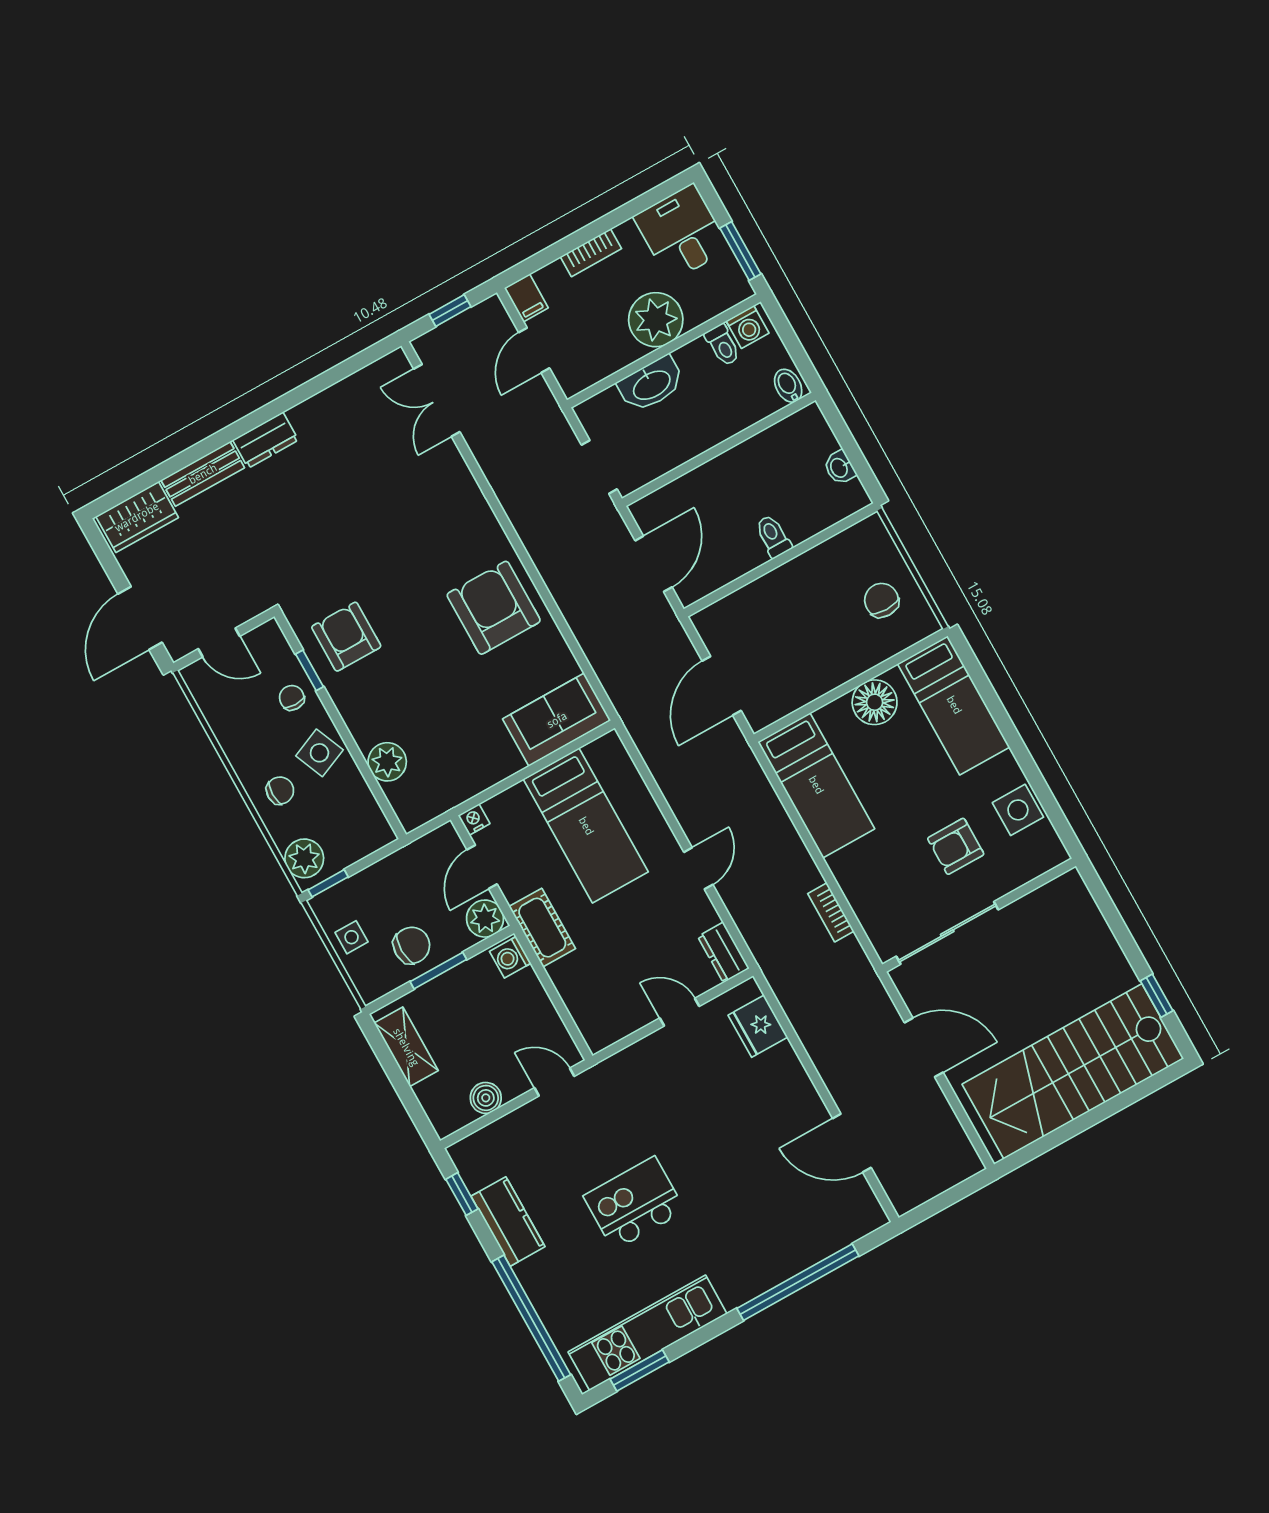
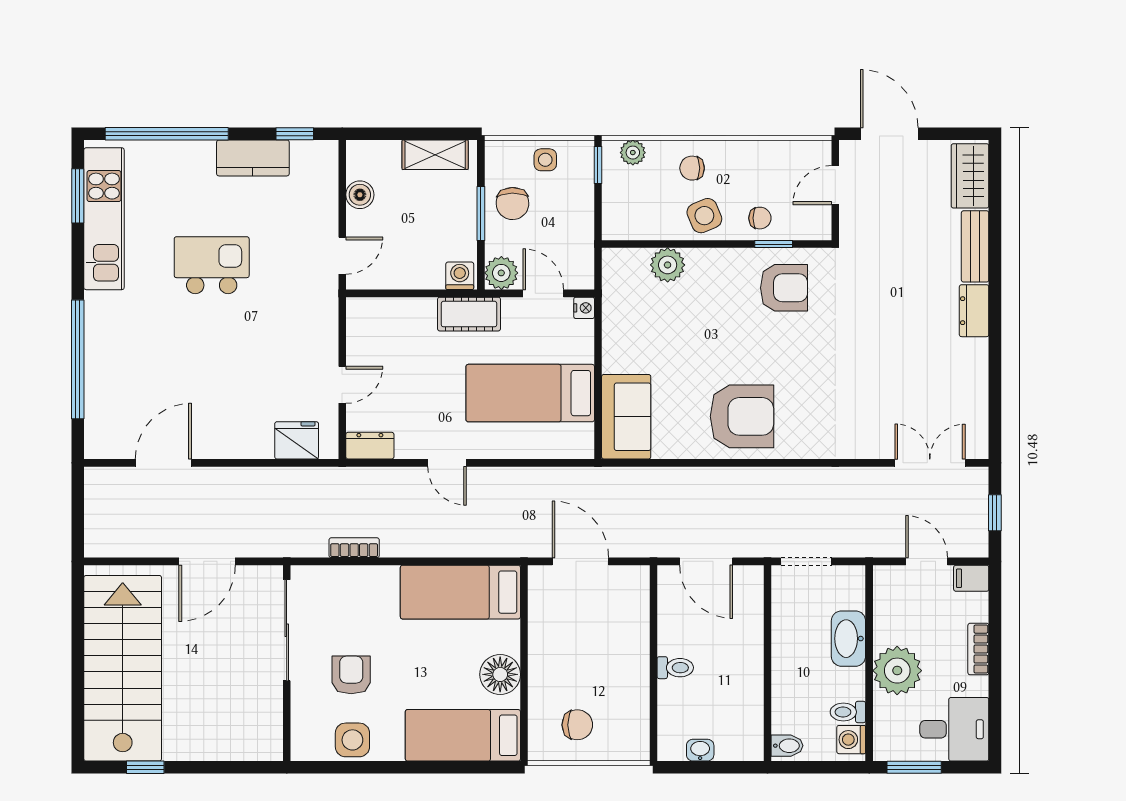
chair: (280, 791) -> (692, 168), turned 90
plant: (304, 858) -> (633, 153), width x0.73, depth x0.73
kitchen island: (634, 1203) -> (212, 265), turned -90

